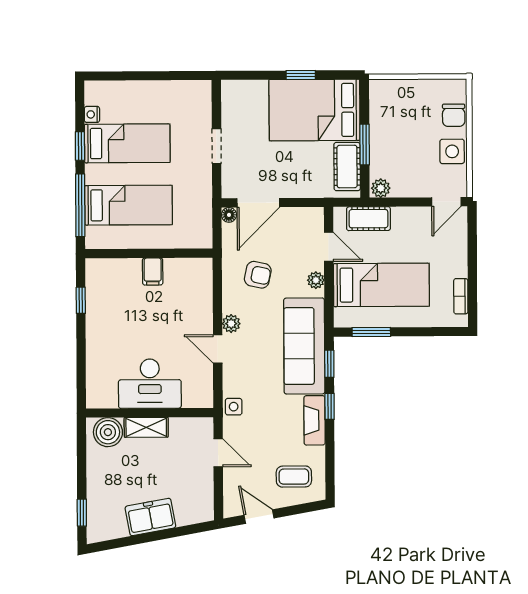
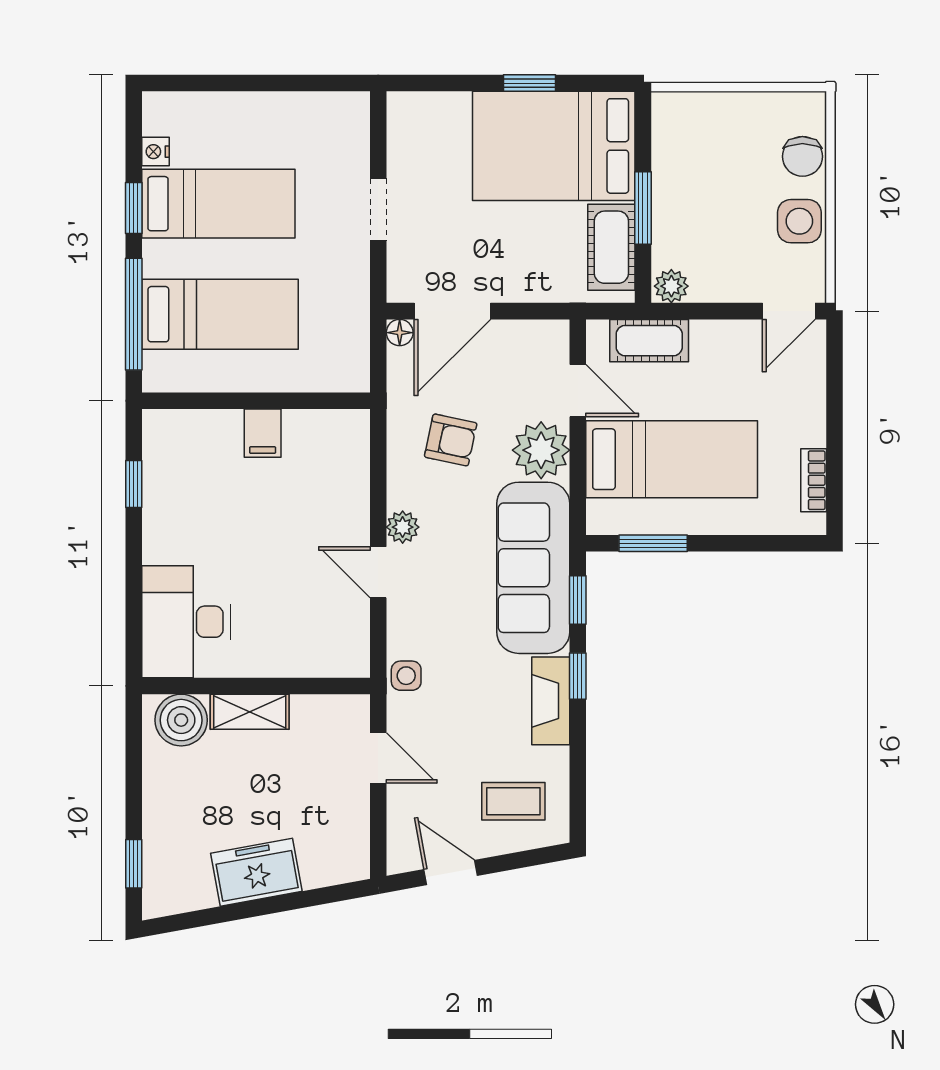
plant: (316, 280) -> (541, 450), width x1.87, depth x1.87
desk: (150, 384) -> (186, 622), moved, turned 90

